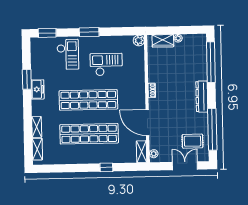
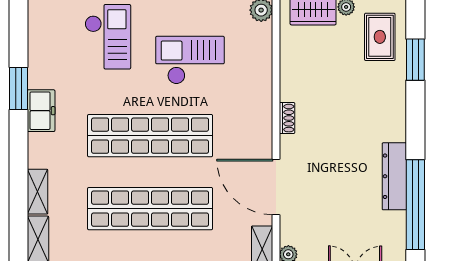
window: (211, 62) -> (415, 60), width x0.47
dresser: (202, 97) -> (394, 176), moved
rug: (193, 141) -> (380, 37), moved, turned 90

